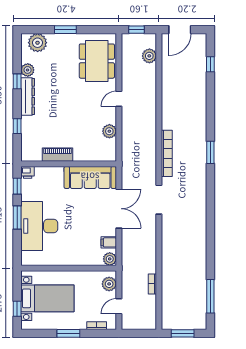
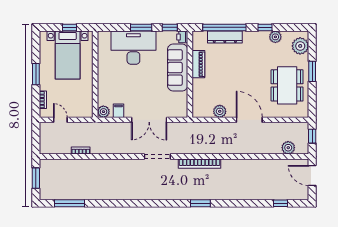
dining table: (97, 61) -> (287, 85), moved, turned 90
dresser: (28, 97) -> (225, 37), moved
door: (119, 99) -> (249, 120), width x1.88
window: (17, 126) -> (224, 27), width x3.17
sofa: (90, 177) -> (178, 68), moved
plant: (109, 284) -> (81, 111), removed
window: (17, 309) -> (70, 27), moved

